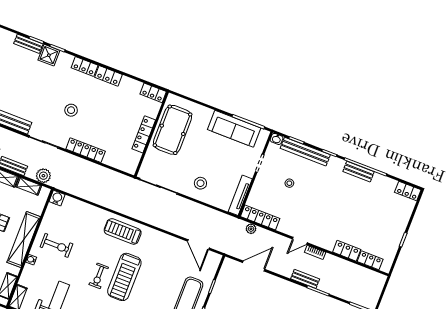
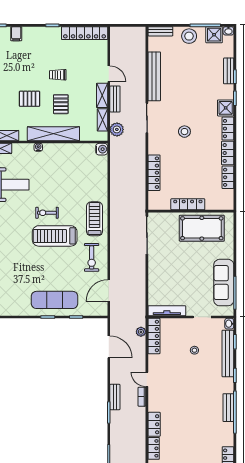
shower: (49, 55) -> (226, 108), moved
locker: (153, 93) -> (228, 177), moved
locker: (86, 150) -> (154, 173), moved
stool: (200, 183) -> (164, 271), removed
exercise bike: (56, 245) -> (92, 257), moved

